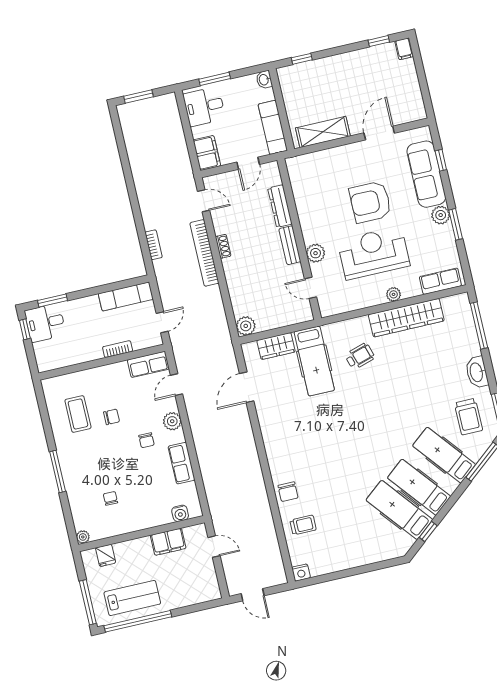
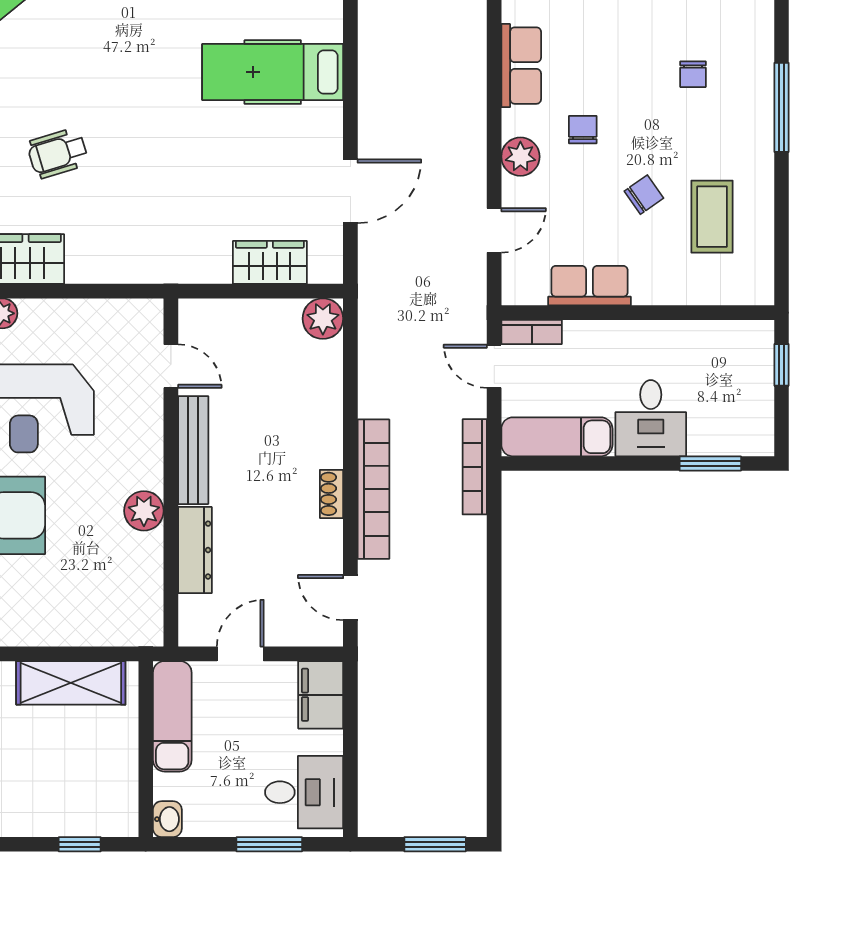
bookcase: (154, 245) -> (475, 467), moved, width x1.56
bench: (290, 245) -> (193, 450), width x1.36
plant: (316, 253) -> (144, 511), moved
door: (162, 322) -> (494, 366), hinge flipped
desk: (45, 323) -> (651, 418), moved, turned 90
window: (25, 329) -> (781, 365), moved
bookcase: (118, 349) -> (532, 332), moved
wheelchair: (360, 356) -> (58, 153), moved
hospital bed: (314, 361) -> (273, 72), moved, turned -90
row of seats: (148, 364) -> (589, 286), moved
chair: (112, 417) -> (644, 195), turned 145
chair: (110, 498) -> (693, 74), moved

